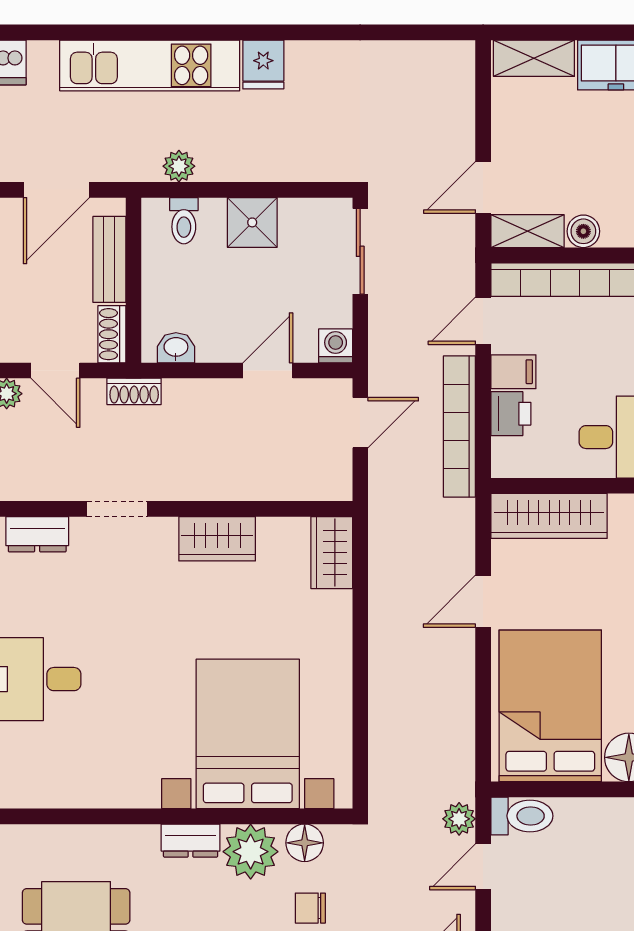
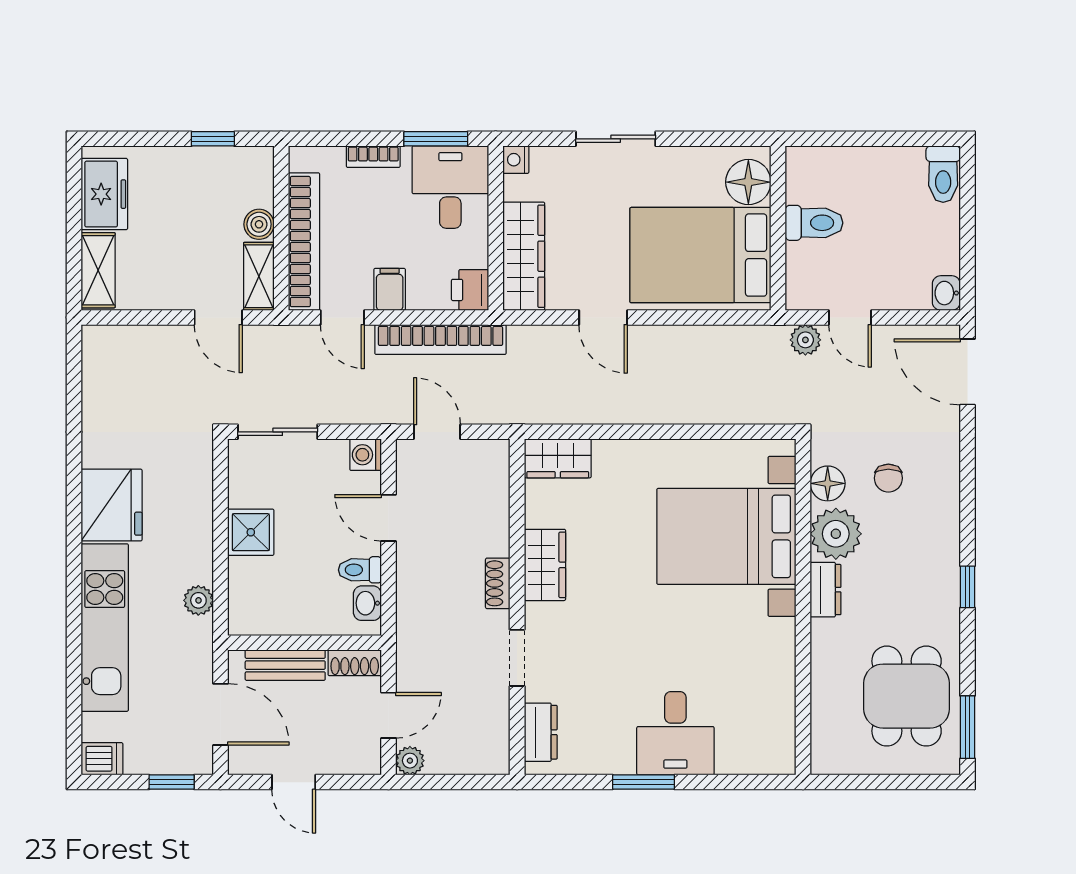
fridge: (263, 64) -> (112, 505), width x1.88, depth x1.34
toilet: (184, 221) -> (360, 570), moved, turned 180
shoe rack: (134, 391) -> (498, 583), moved, turned 180
printer: (511, 414) -> (470, 290), moved, turned -90
toilet: (522, 816) -> (814, 223), moved, turned 90

